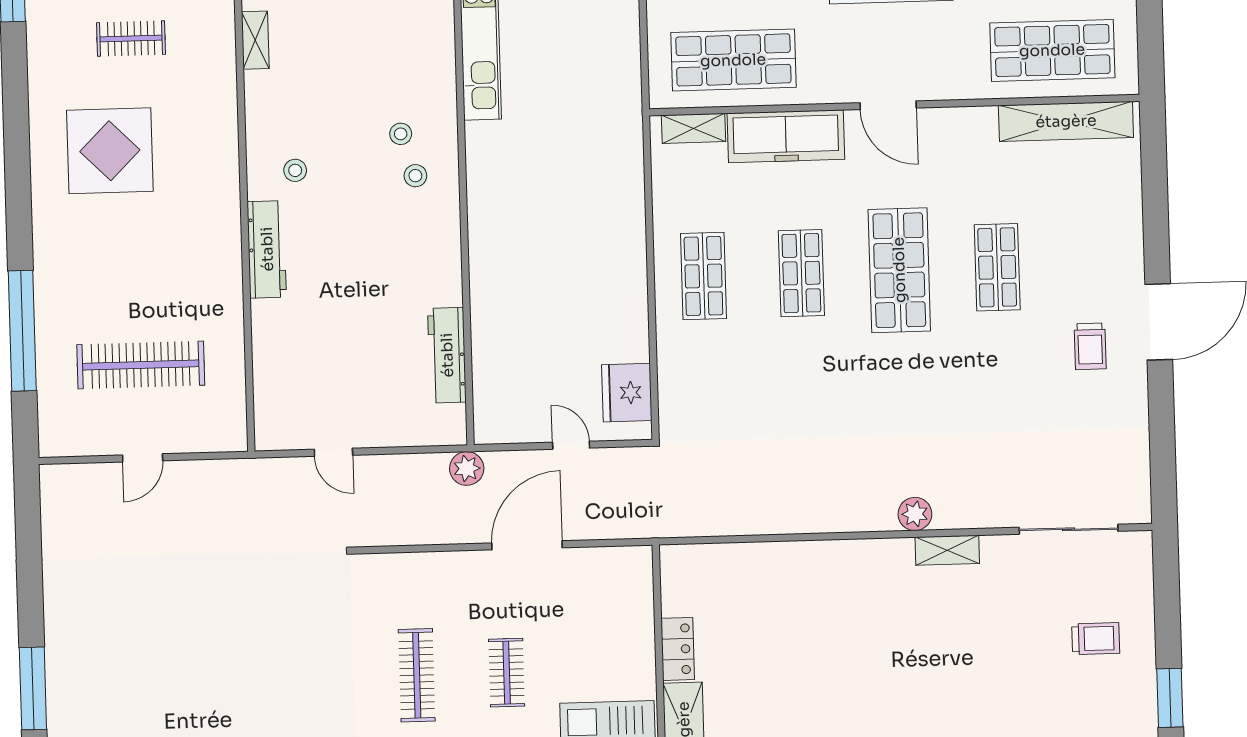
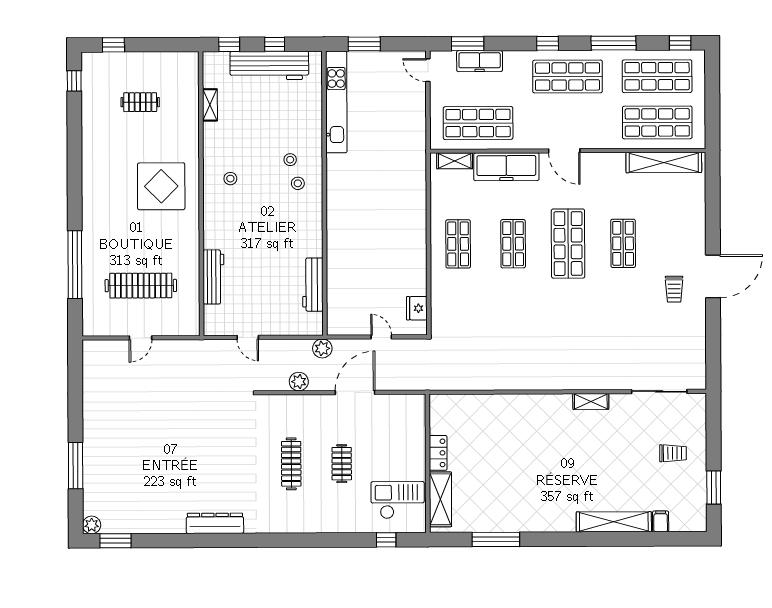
display table: (110, 151) -> (161, 186), moved
workbench: (267, 249) -> (213, 277), moved
fridge: (627, 393) -> (417, 308), width x0.73, depth x0.75
plant: (915, 514) -> (299, 382), moved

